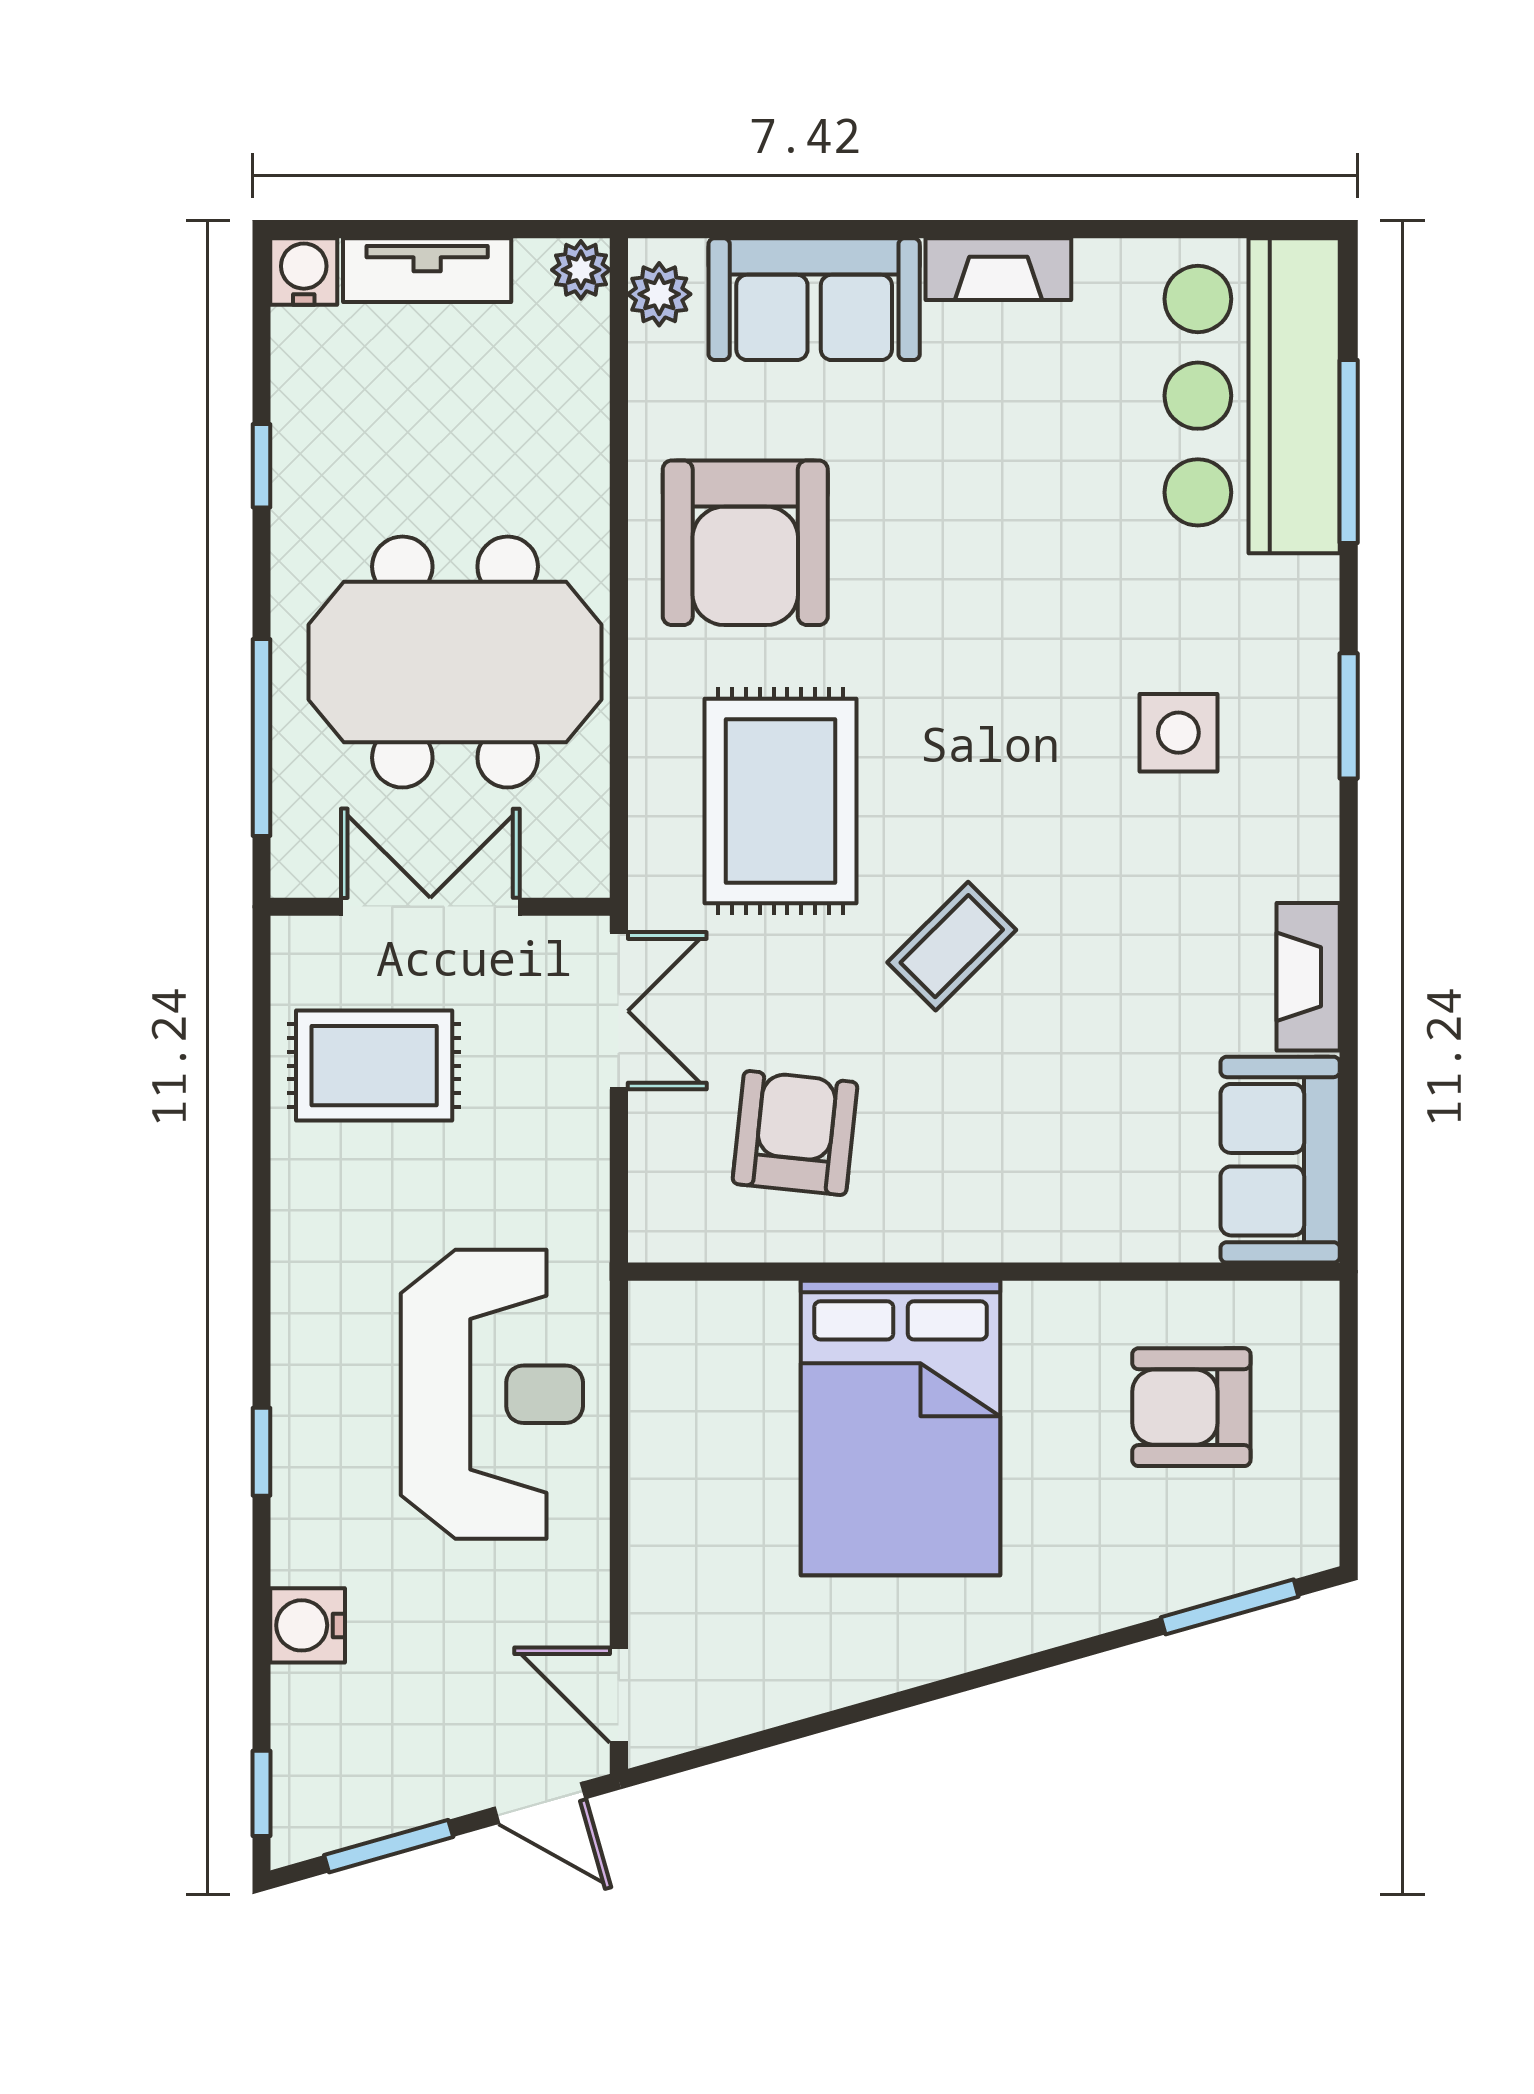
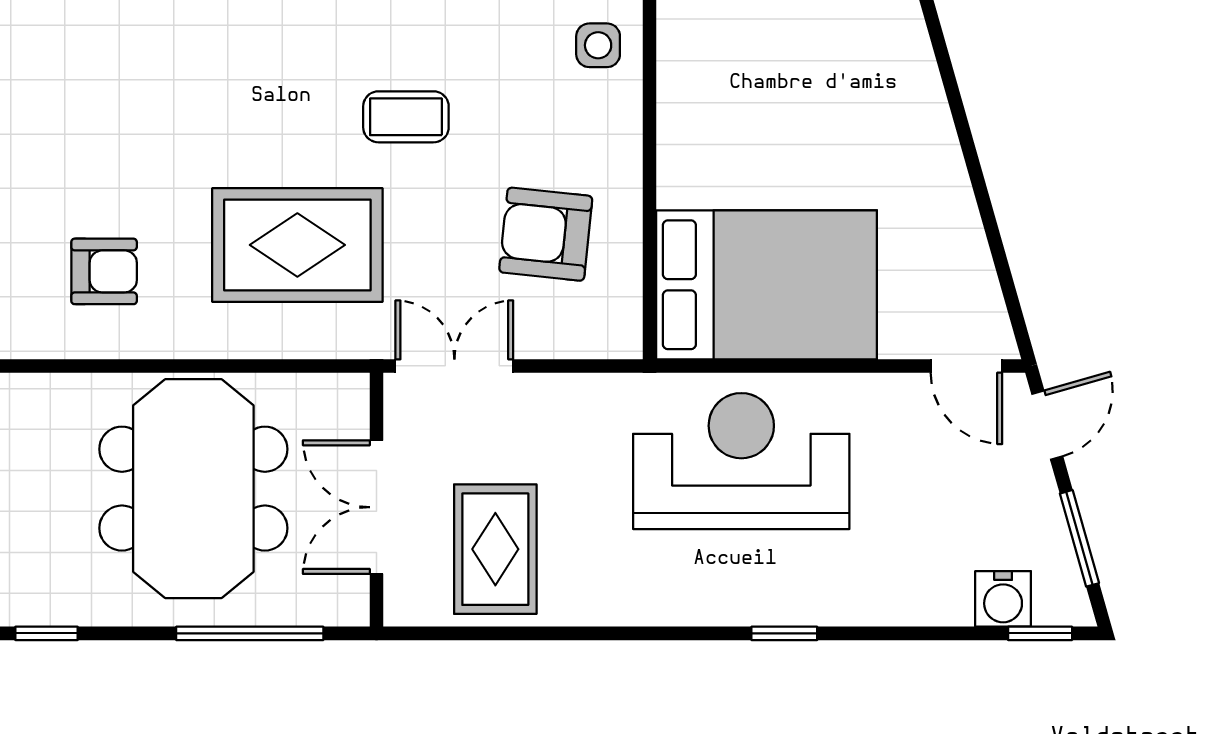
armchair: (745, 543) -> (104, 271), width x0.53, depth x0.53
coffee table: (952, 946) -> (406, 117), turned -45
side table: (1047, 1203) -> (598, 45), added
bed: (901, 1428) -> (767, 285), moved
water cooler: (308, 1625) -> (1003, 599), moved
door: (619, 1695) -> (966, 366), hinge flipped

